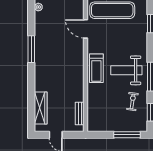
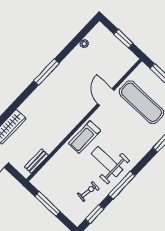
window: (127, 135) -> (48, 204), moved

